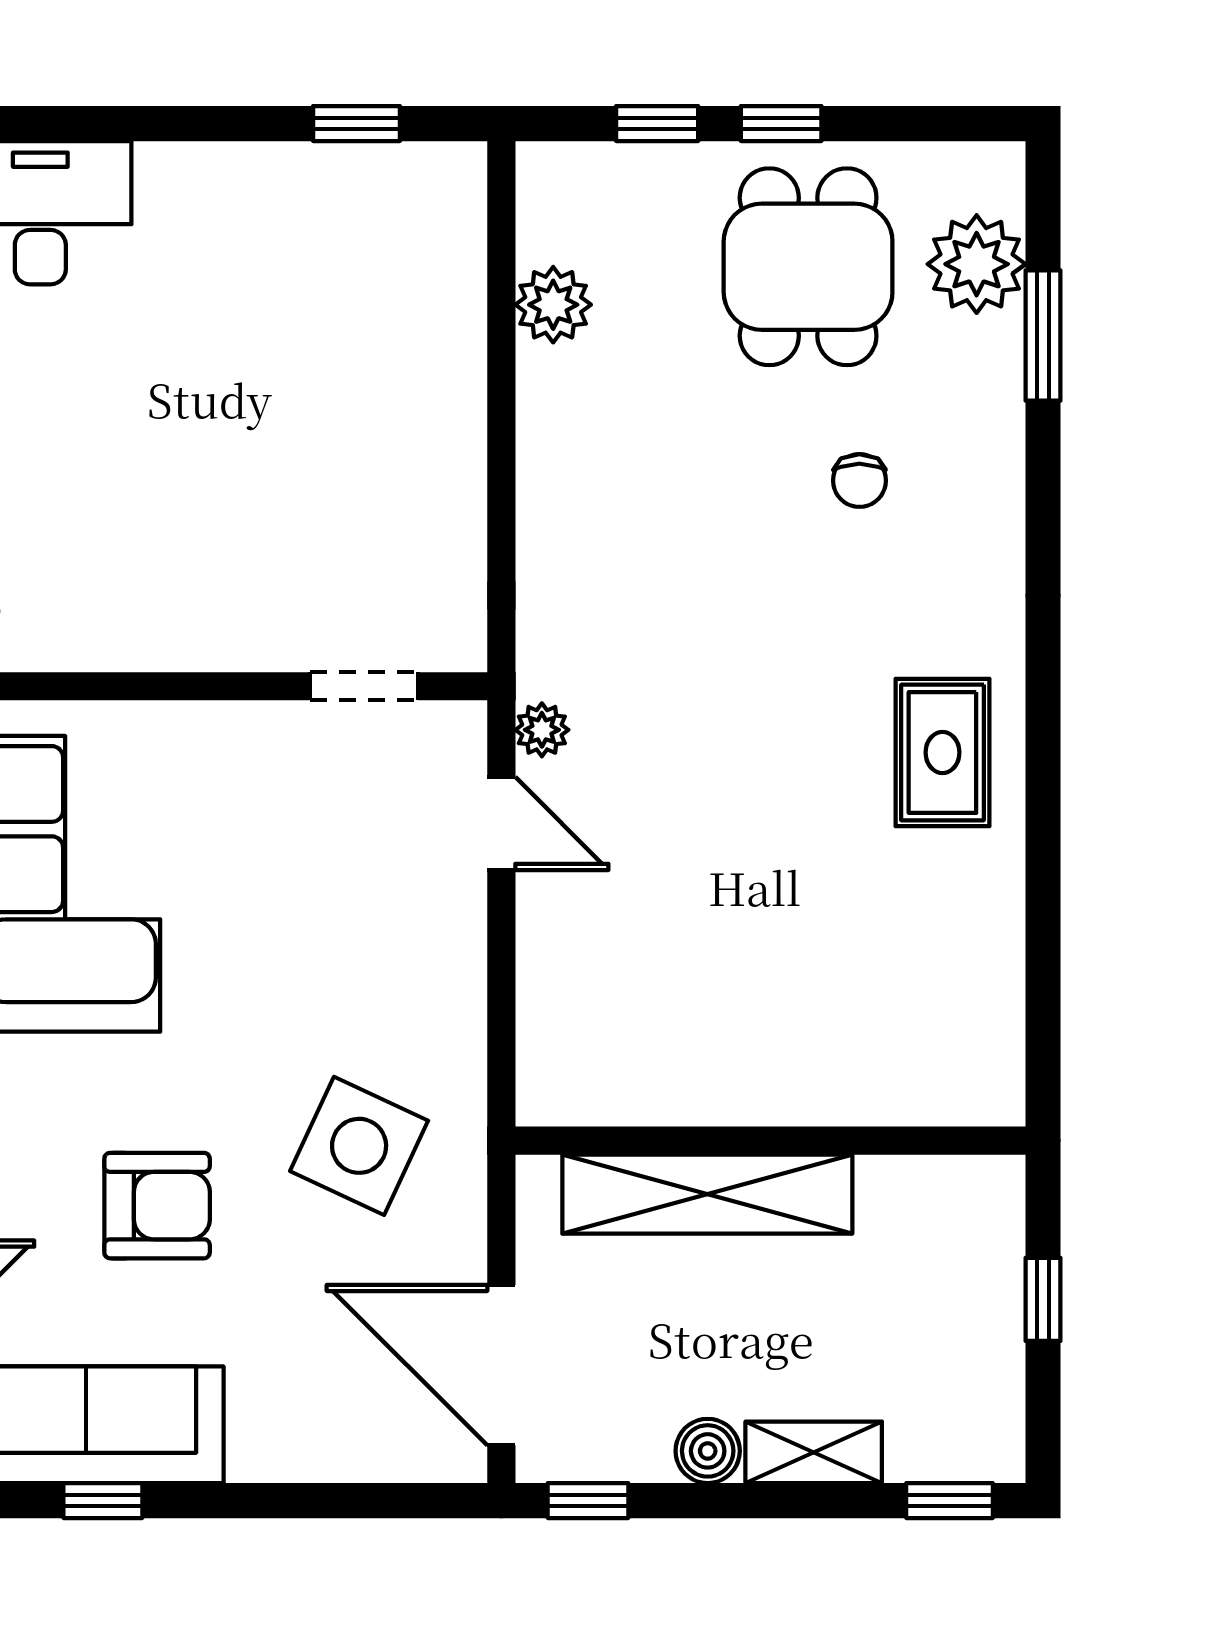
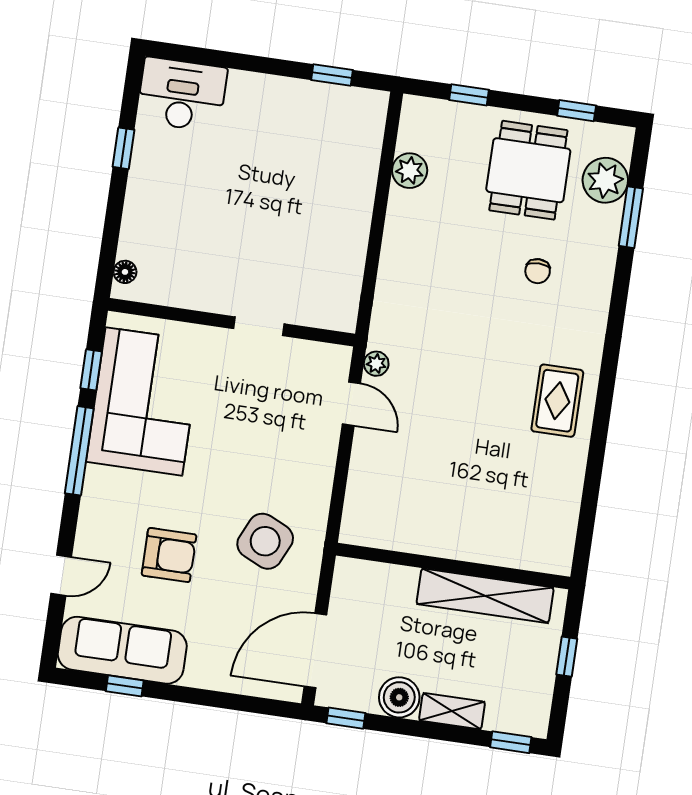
window: (781, 124) -> (577, 111), moved
doorway: (364, 686) -> (259, 326), moved
shelving: (707, 1194) -> (485, 596), moved
door: (501, 1365) -> (315, 651), hinge flipped
boiler: (708, 1451) -> (399, 697), width x1.36, depth x1.36

